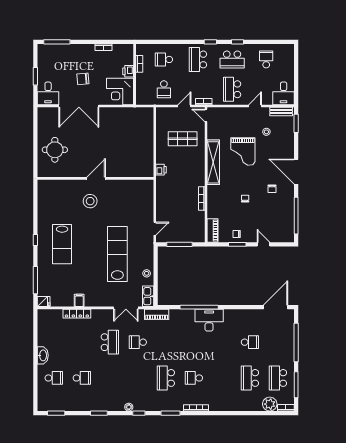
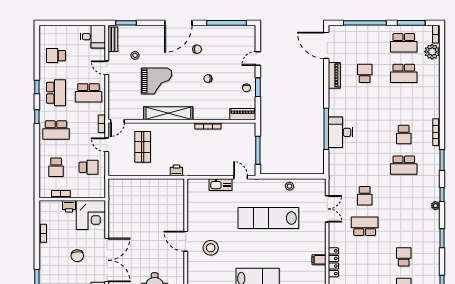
kitchen sink: (148, 296) -> (220, 185), moved
piano: (157, 314) -> (334, 75), moved
desk: (209, 320) -> (341, 132), moved

